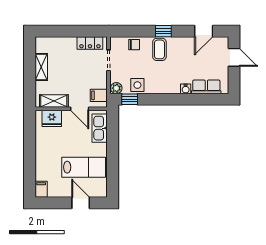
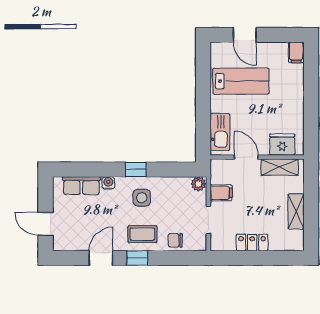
door: (204, 31) -> (101, 258), moved
locker: (90, 43) -> (252, 243), moved
coffee table: (159, 49) -> (142, 234), turned 90
side table: (137, 85) -> (142, 198), moved
filing cabinet: (99, 95) -> (221, 193), moved
window: (130, 99) -> (136, 169), moved
lab bench: (84, 167) -> (241, 81), turned 180

